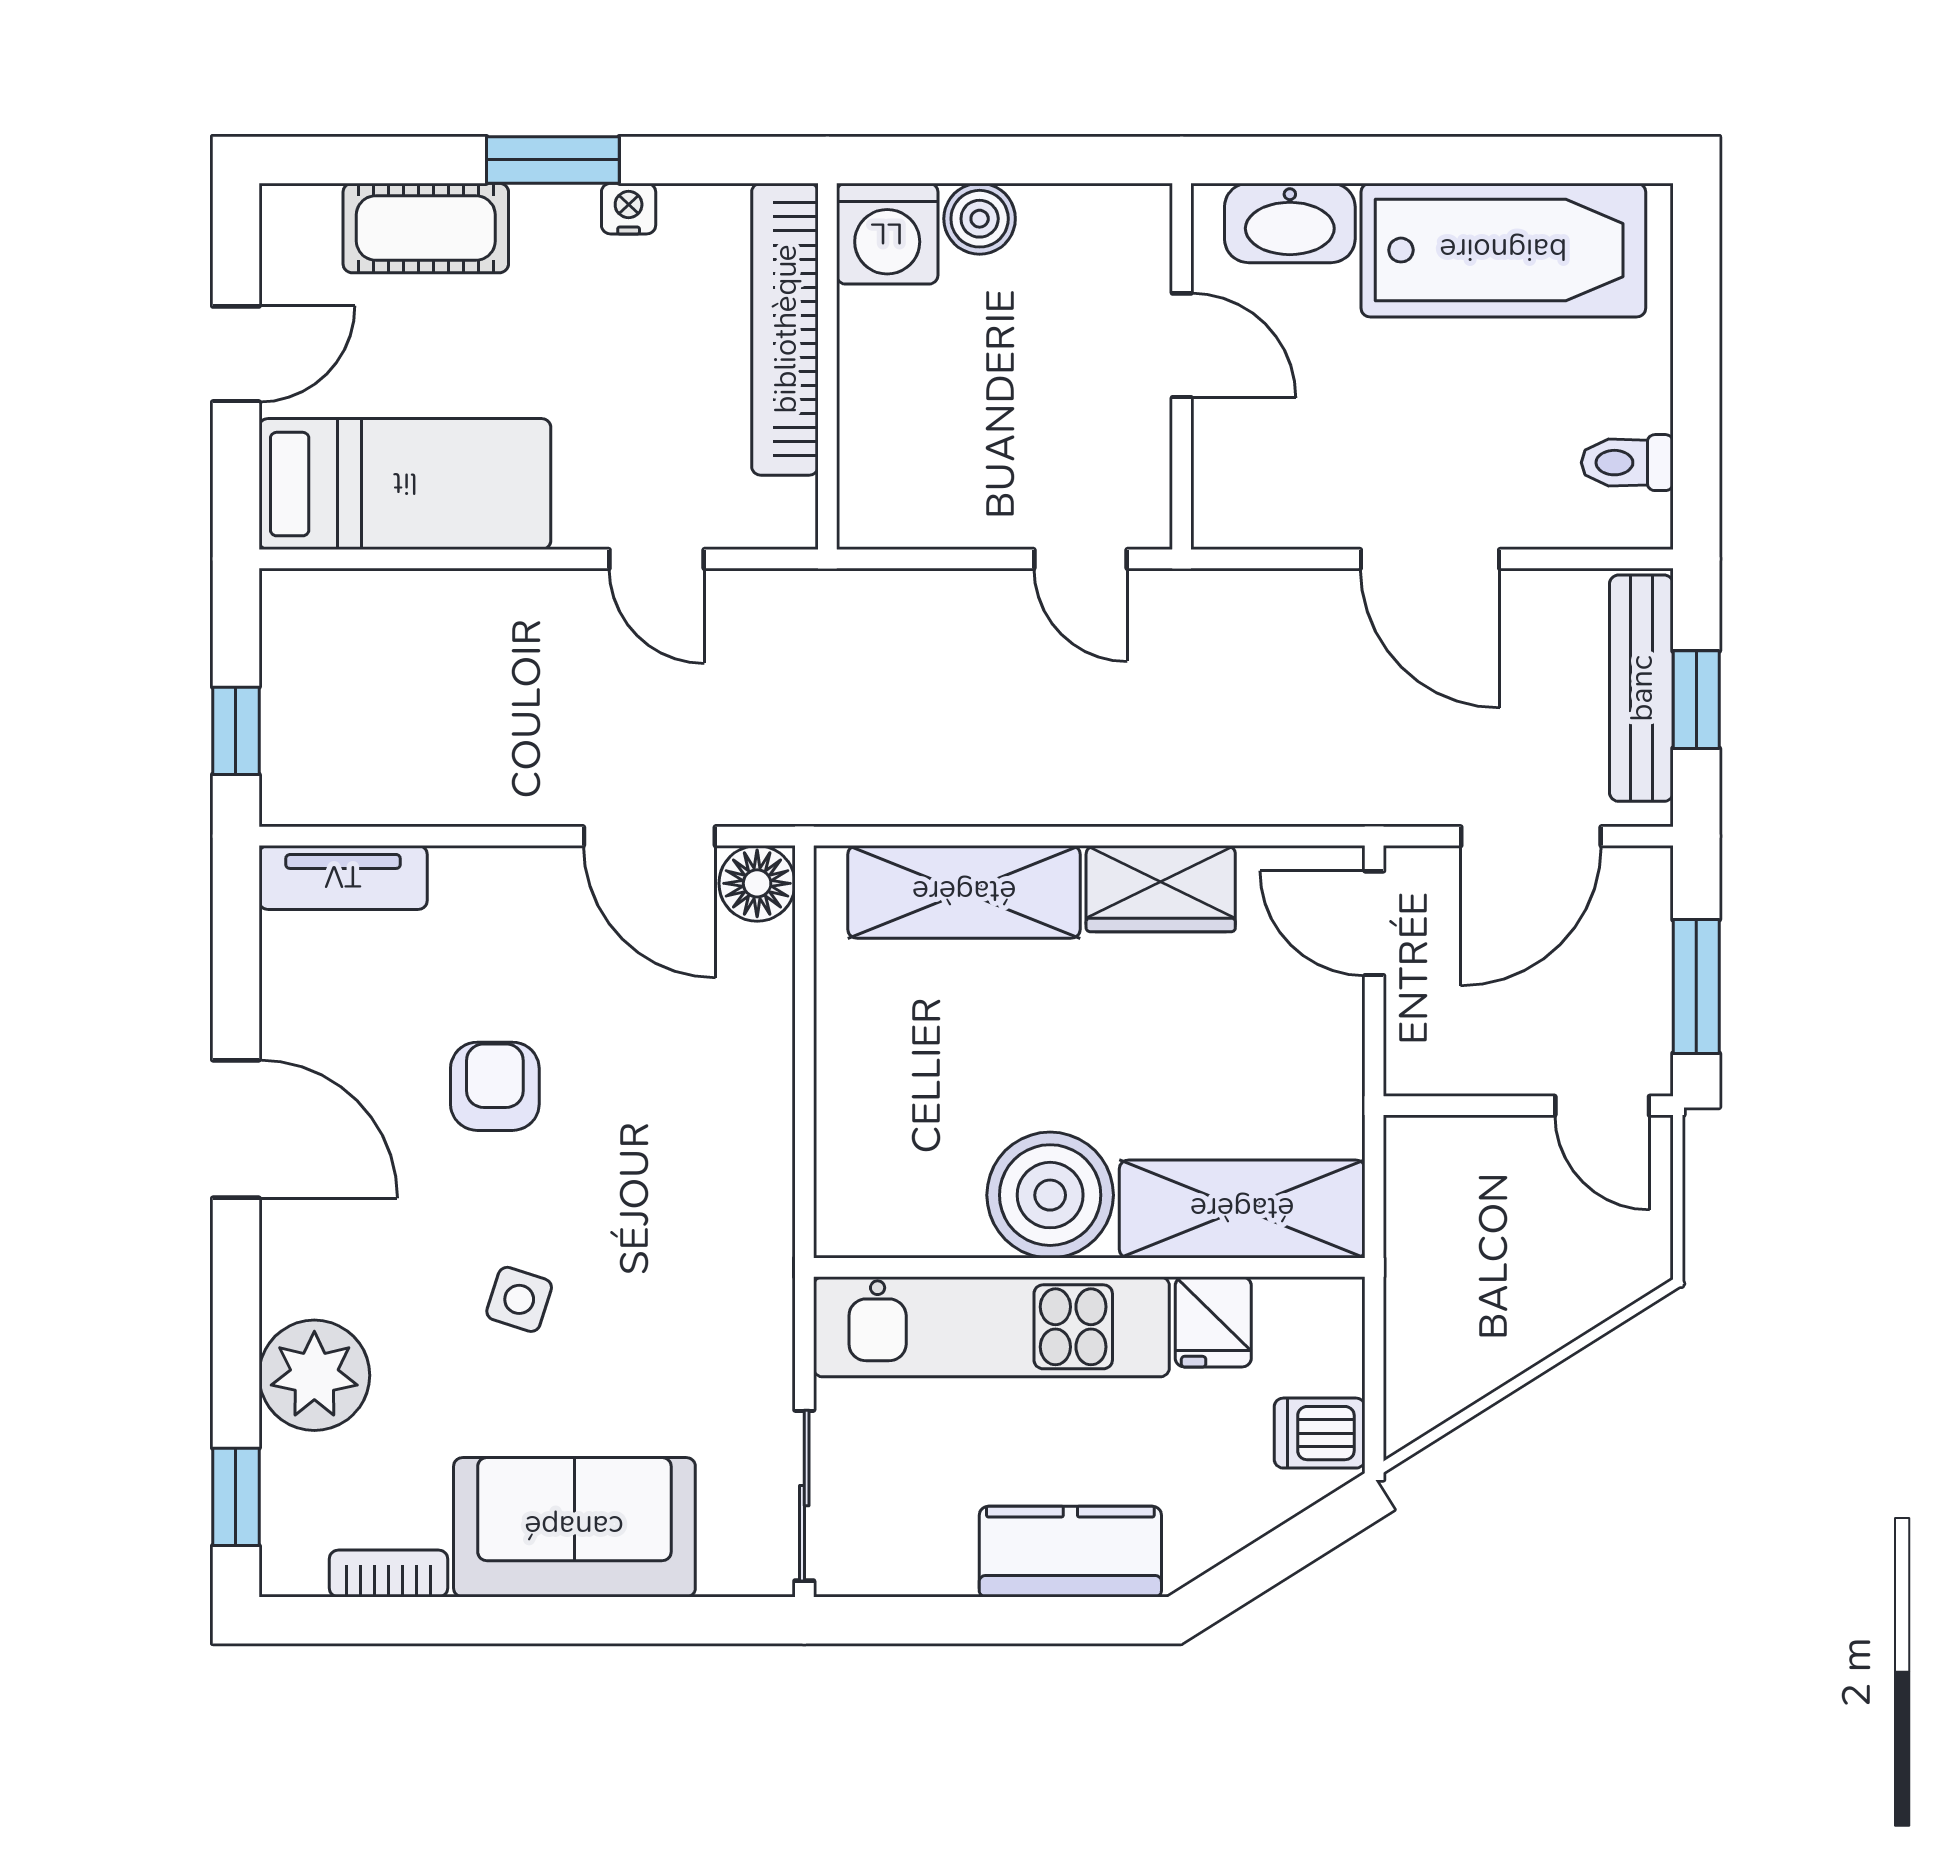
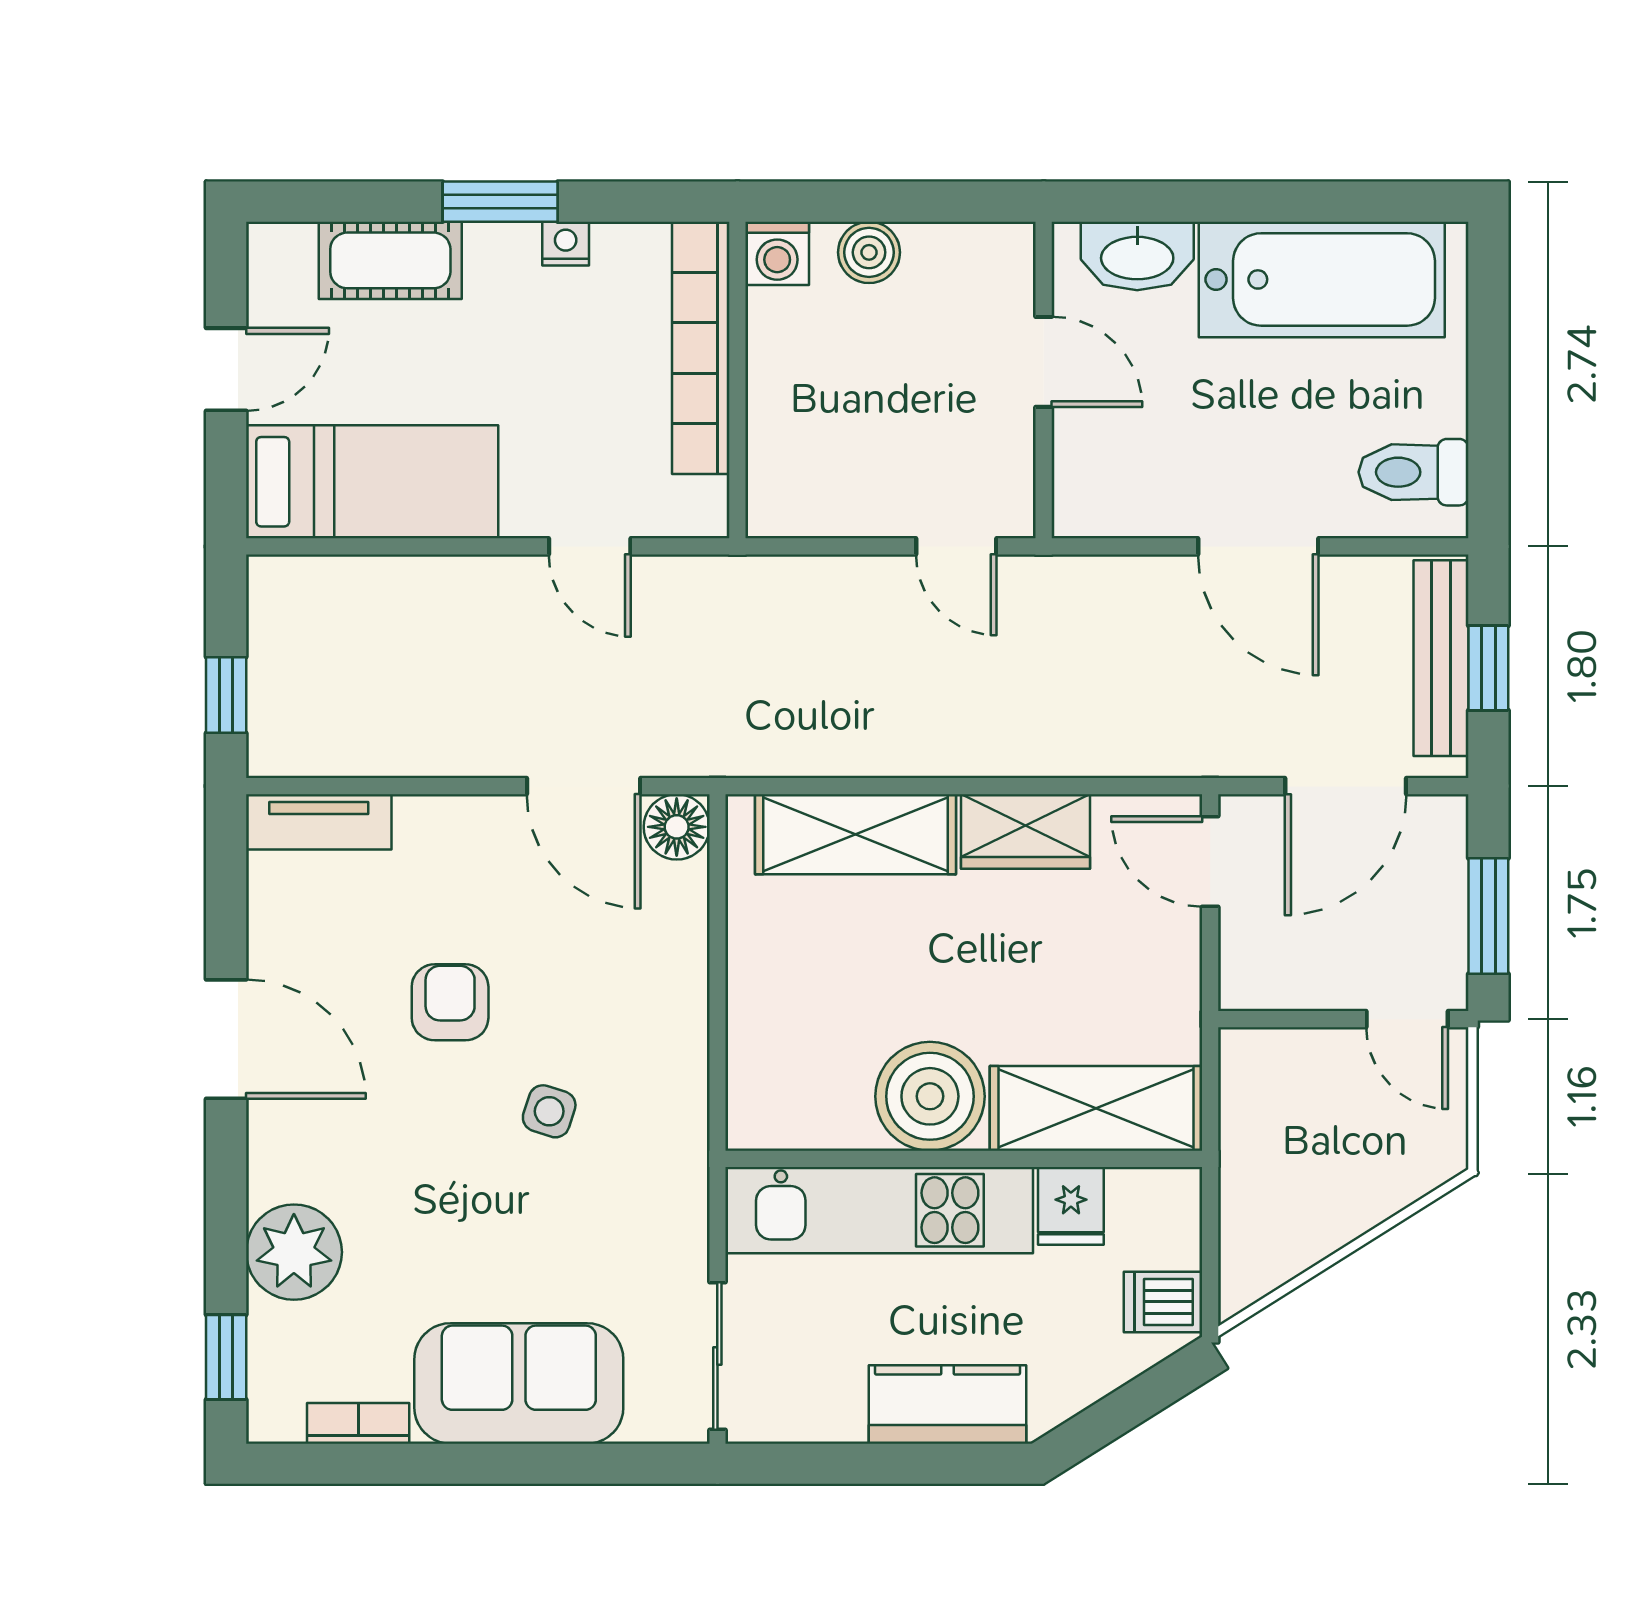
washing machine: (887, 234) -> (777, 253), width x0.73, depth x0.73
toilet: (1627, 463) -> (1414, 472), width x1.37, depth x1.39
side table: (519, 1299) -> (549, 1111), moved

